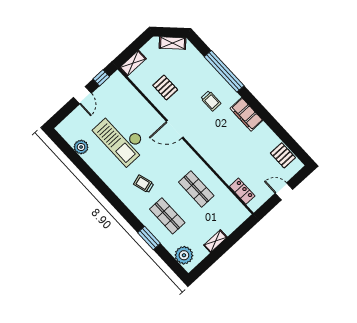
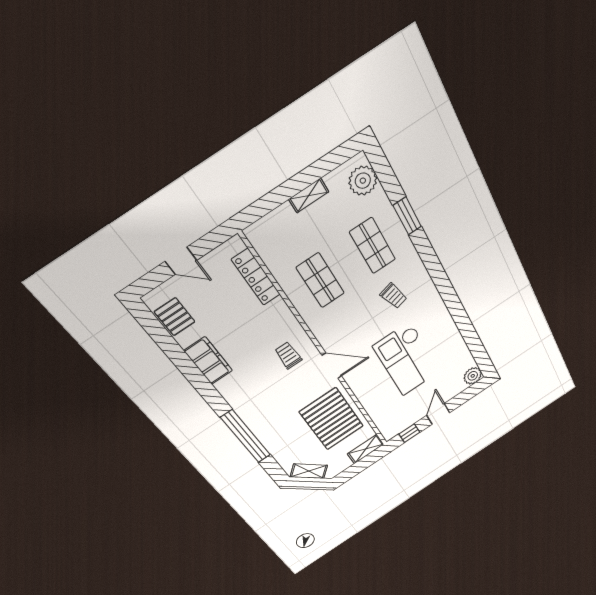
pallet: (165, 88) -> (332, 419), width x2.05, depth x2.00
trolley: (211, 101) -> (288, 355), moved
filing cabinet: (246, 114) -> (208, 361), moved
checkout: (121, 138) -> (407, 359), turned 180
plant: (81, 147) -> (473, 376), moved
locker: (242, 191) -> (256, 277), width x1.53

